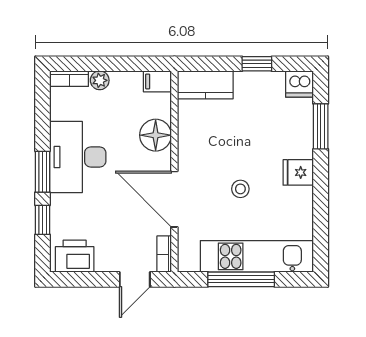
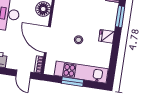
door: (135, 279) -> (23, 74), hinge flipped
window: (241, 279) -> (72, 82), width x0.69

